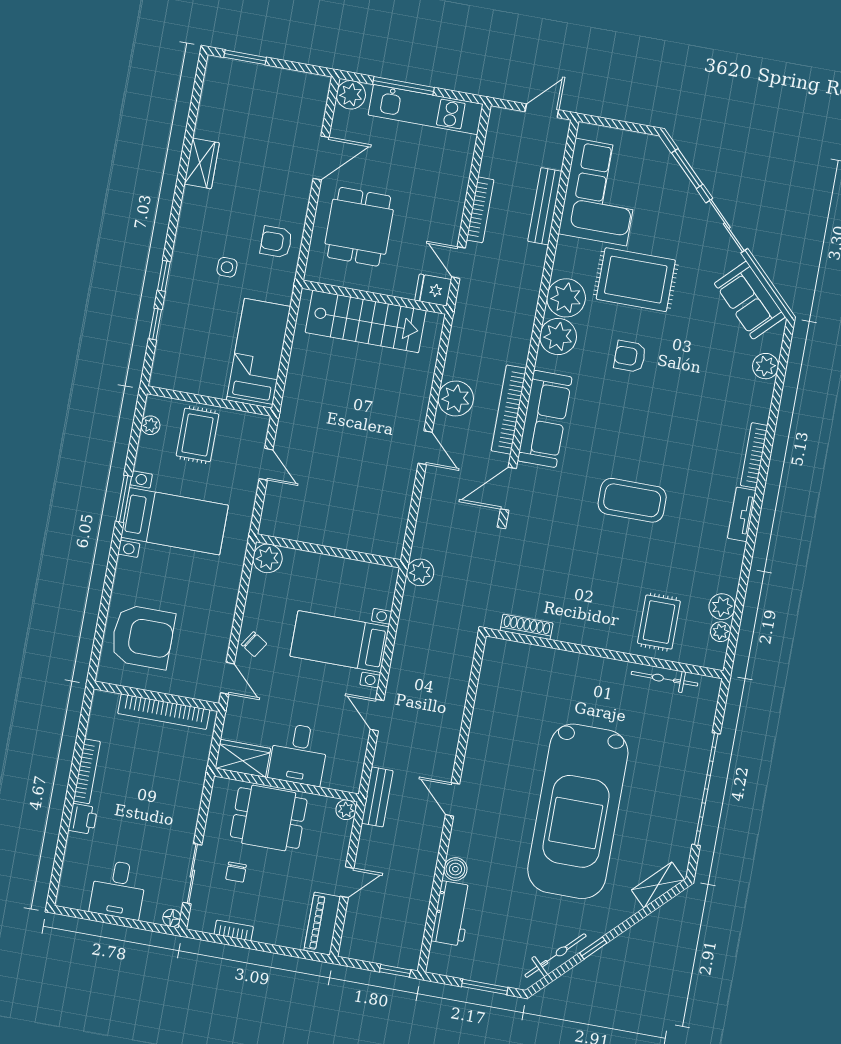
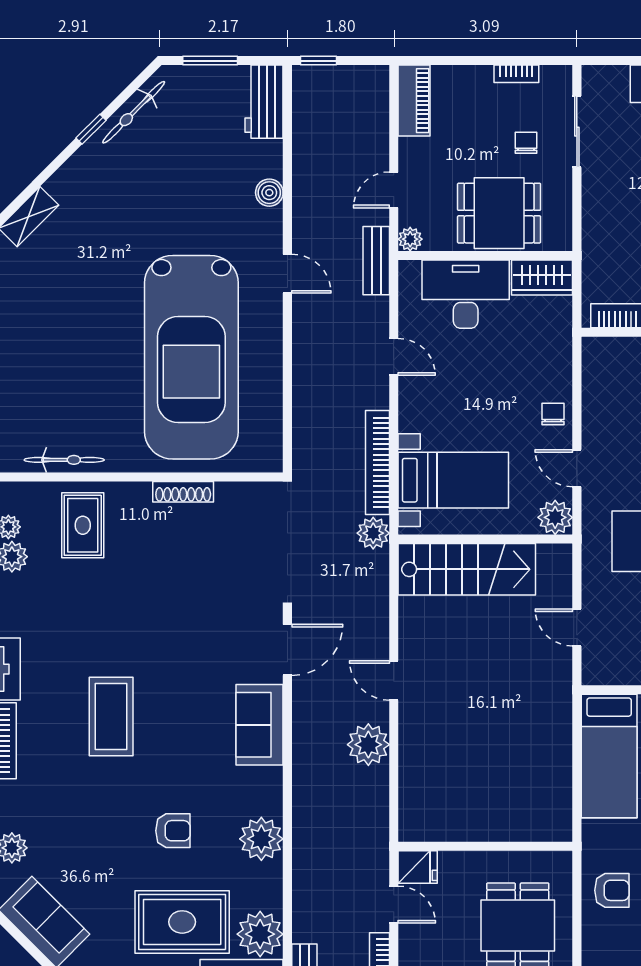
plant: (566, 298) -> (260, 934), moved
stairs: (366, 321) -> (467, 569), moved, turned 180
bookcase: (509, 410) -> (377, 462), moved, turned 180
sofa: (545, 419) -> (260, 725), width x0.73
coffee table: (632, 500) -> (111, 717), moved, turned 90
shoe rack: (527, 627) -> (183, 492), moved
bed with nightstands: (340, 642) -> (453, 480), moved
chair: (254, 644) -> (553, 414), turned 57
door: (227, 678) -> (577, 468), moved
desk: (299, 754) -> (466, 294), width x1.37
car: (578, 811) -> (191, 357), moved, turned 180
door: (347, 882) -> (394, 190), moved
workbench: (452, 913) -> (264, 102), moved
floor lamp: (172, 918) -> (592, 75), removed

